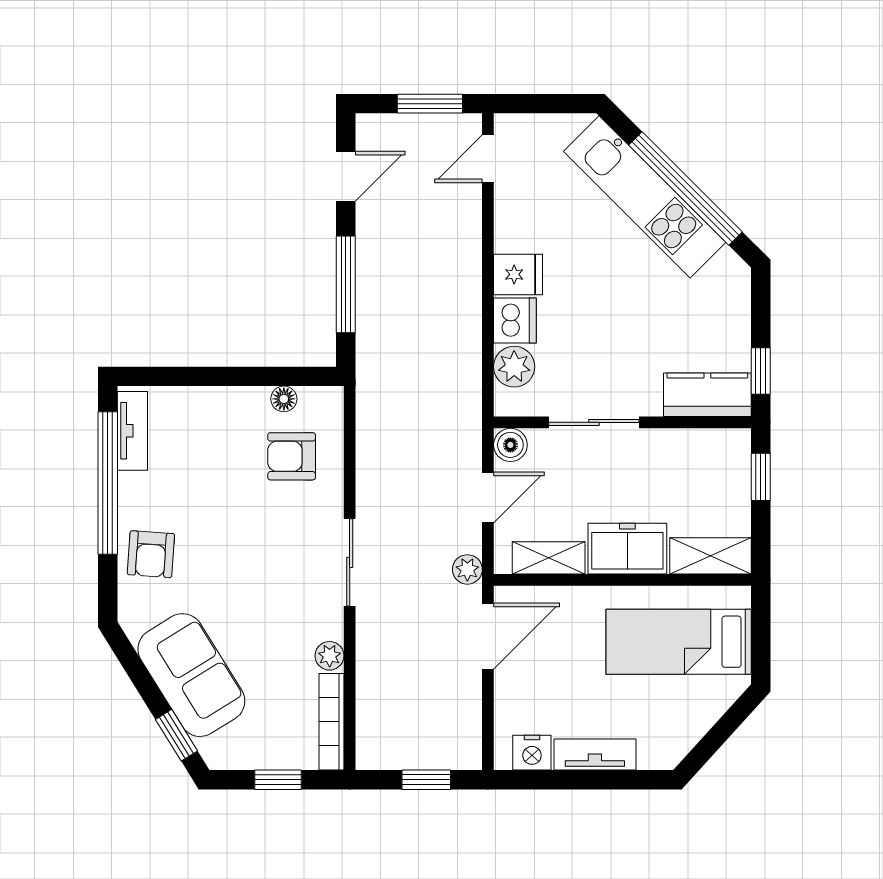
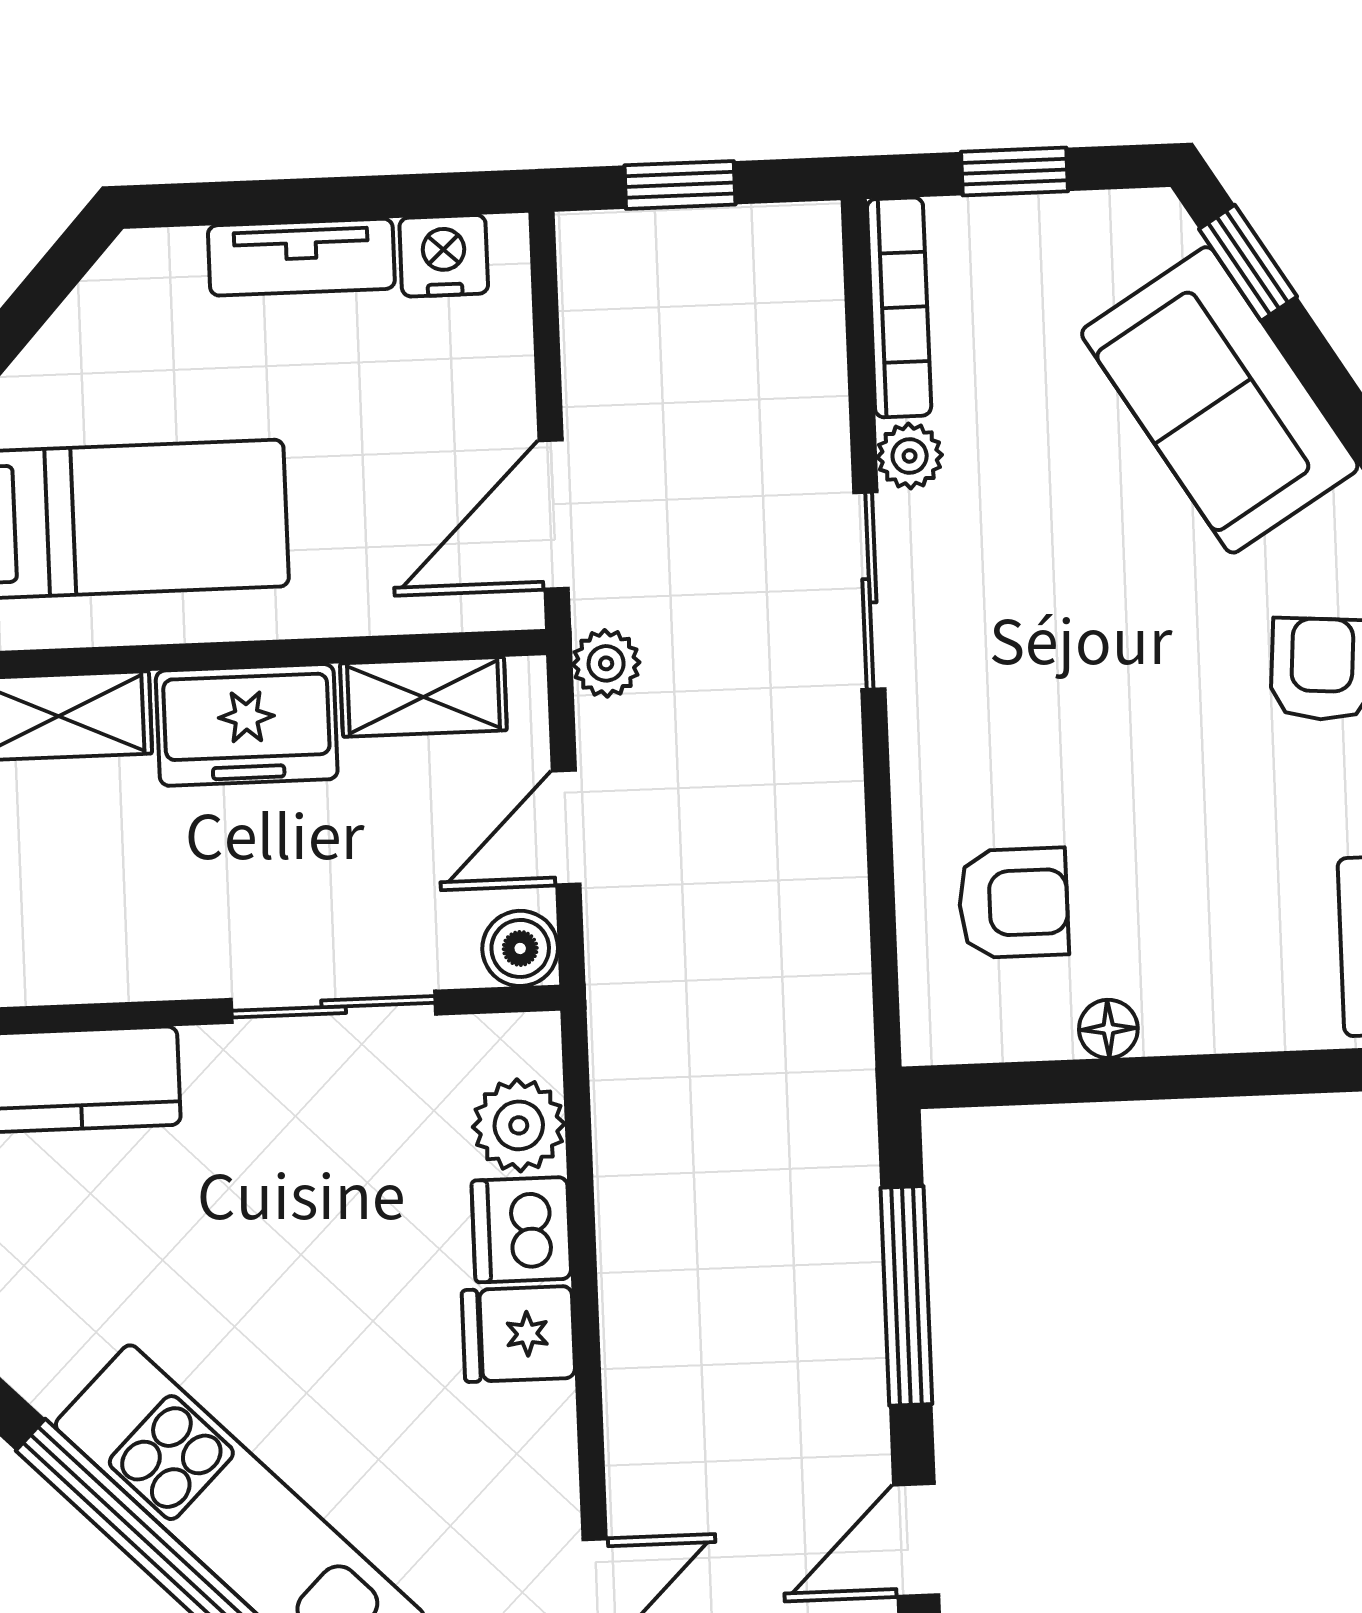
floor lamp: (284, 399) -> (1108, 1029), moved
sliding door: (350, 562) -> (869, 591), moved

